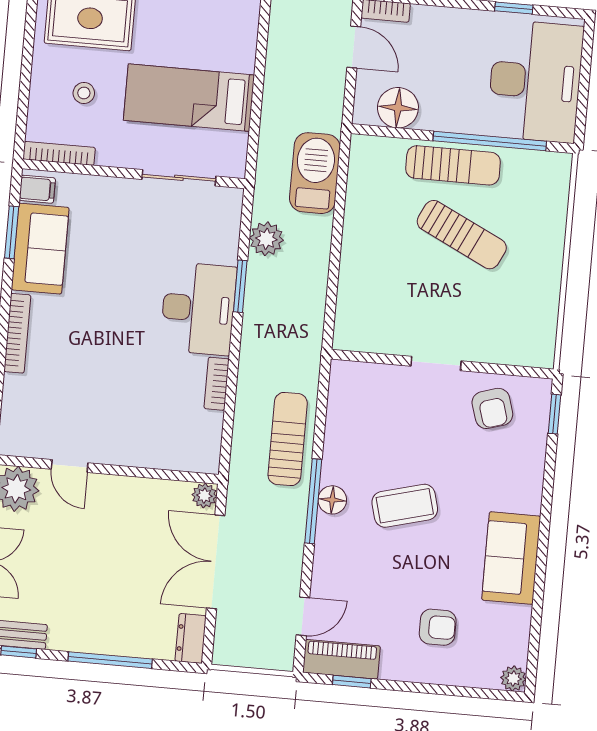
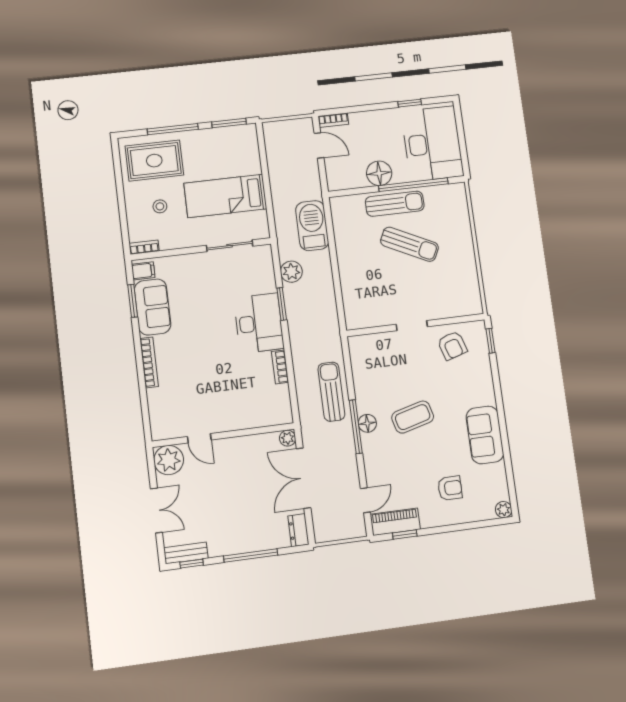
floor lamp: (398, 108) -> (379, 173), moved
bookcase: (59, 153) -> (144, 247), width x0.64

